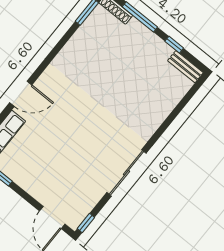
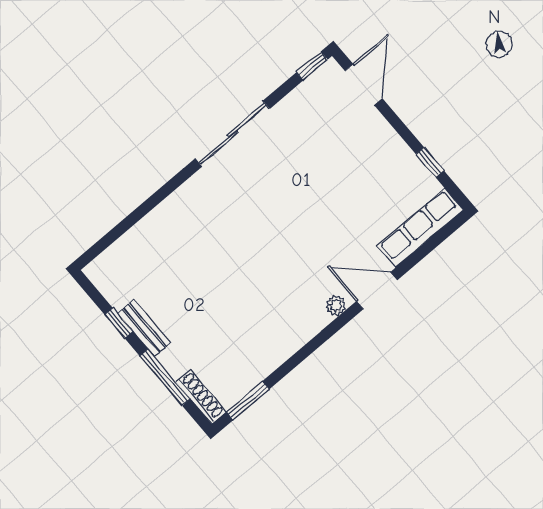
bench: (185, 67) -> (144, 328), moved
plant: (44, 80) -> (336, 305), added

